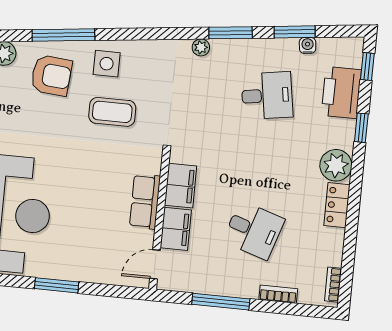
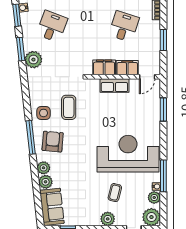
plant: (201, 47) -> (33, 60), width x1.88, depth x1.88
desk: (267, 96) -> (52, 26), turned 30
door: (155, 264) -> (147, 77), hinge flipped
window: (57, 285) -> (163, 110), moved
window: (221, 302) -> (163, 40), width x0.69

